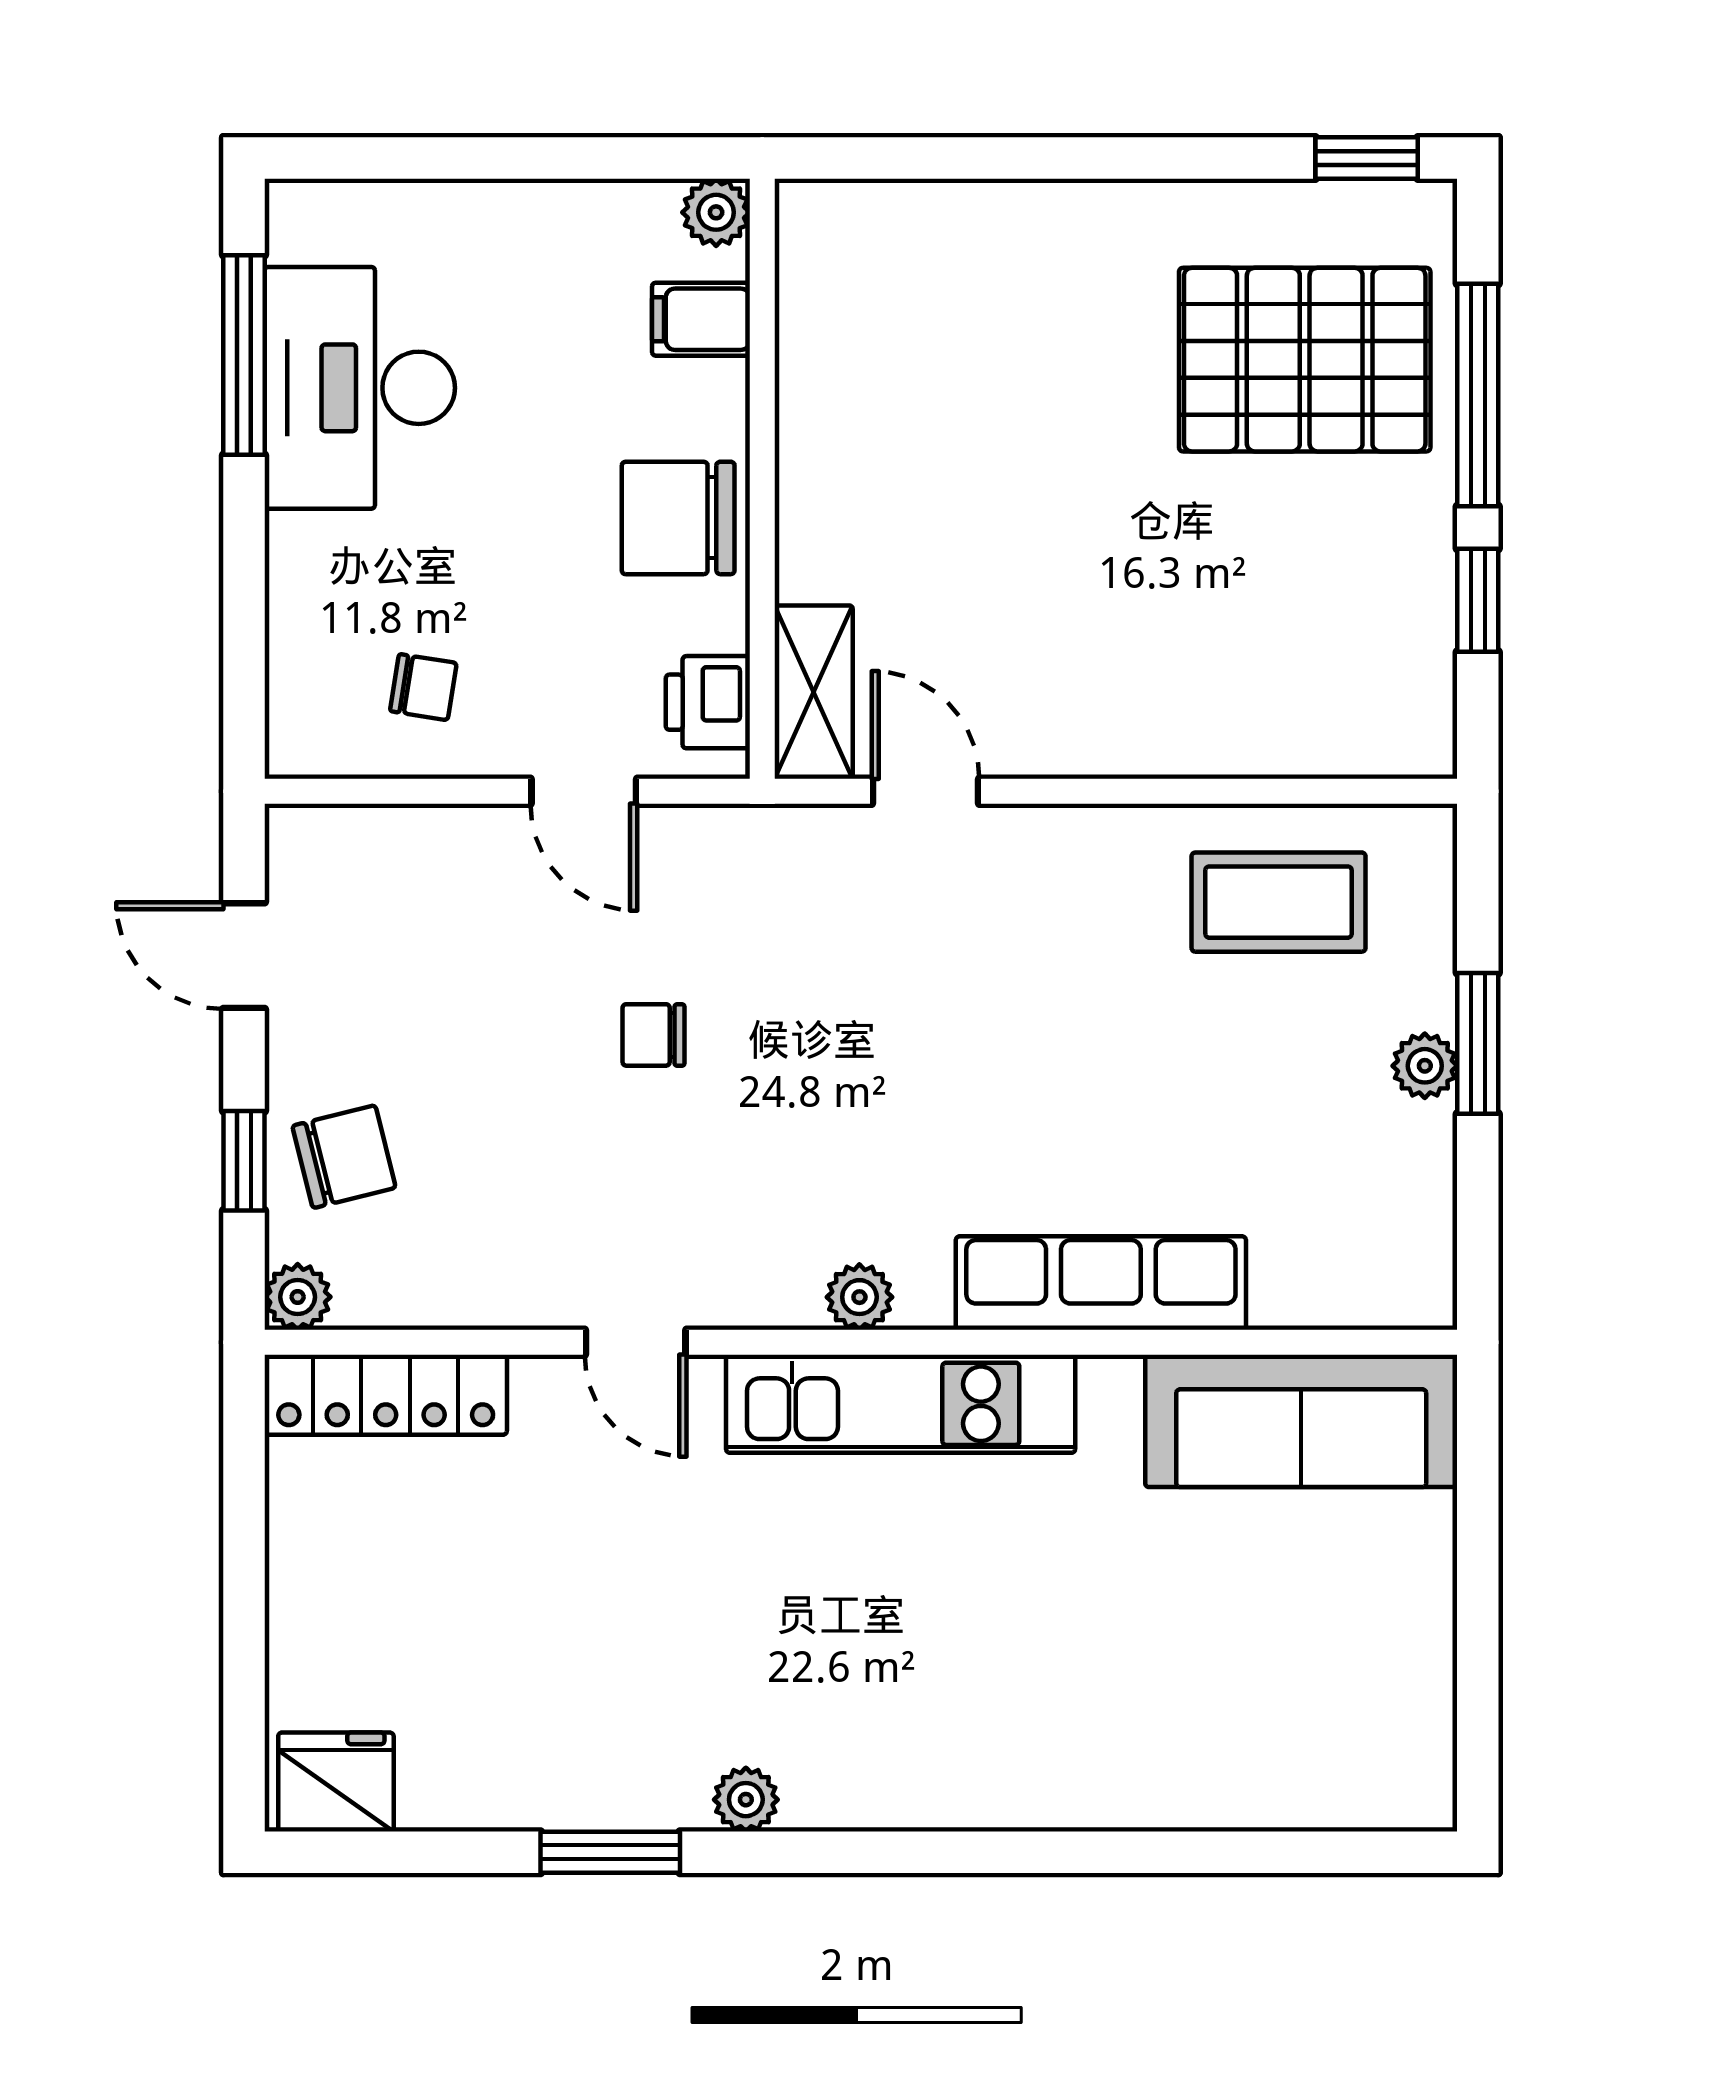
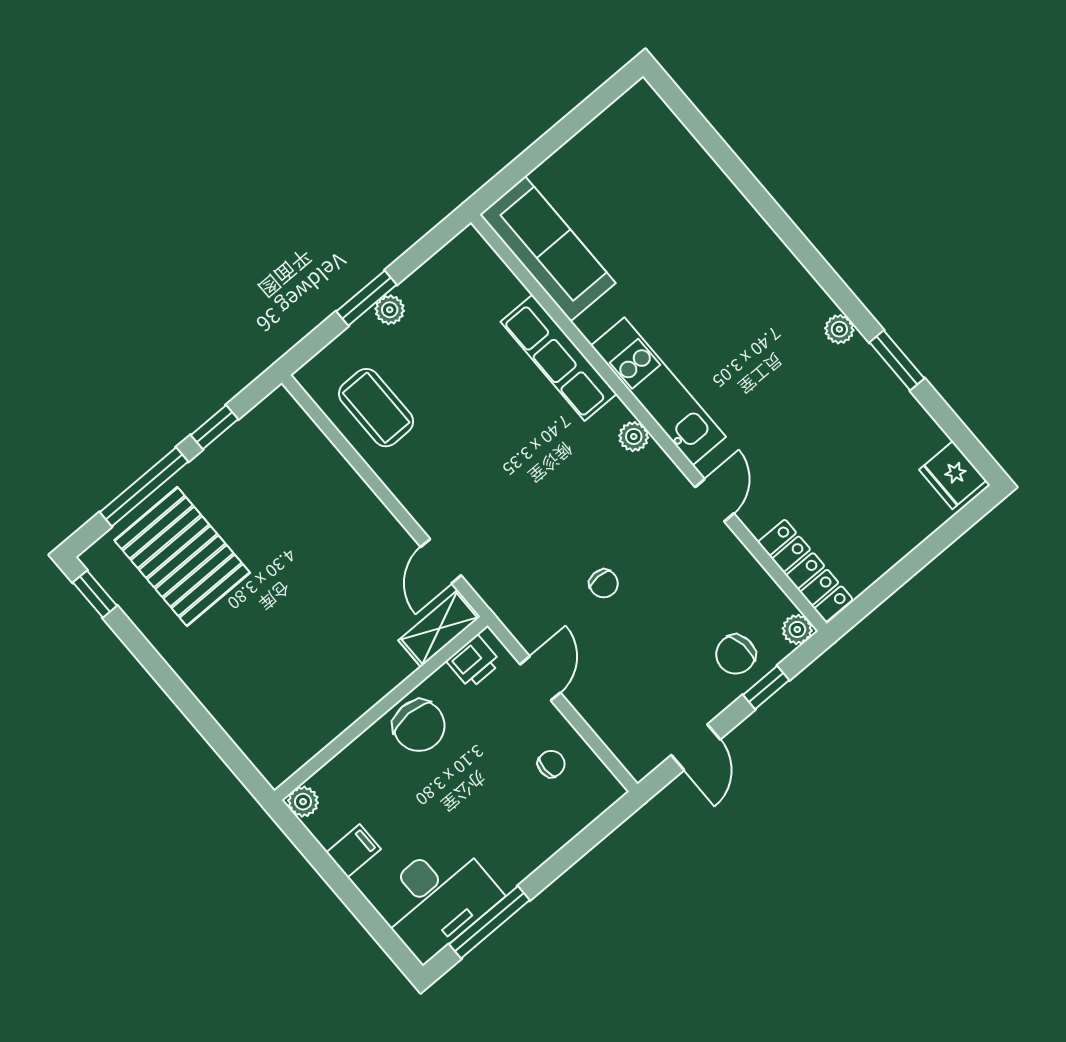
filing cabinet: (701, 319) -> (354, 851), moved, turned -90
desk: (360, 388) -> (437, 899), moved
chair: (423, 687) -> (551, 764), turned 81
chair: (344, 1157) -> (736, 654), turned -84

